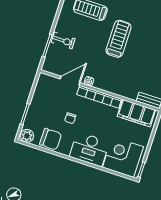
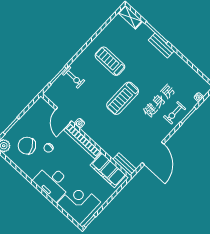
treadmill: (119, 39) -> (123, 98), turned 180
door: (70, 81) -> (64, 115), swing flipped
chair: (51, 139) -> (27, 146), moved, turned 150

